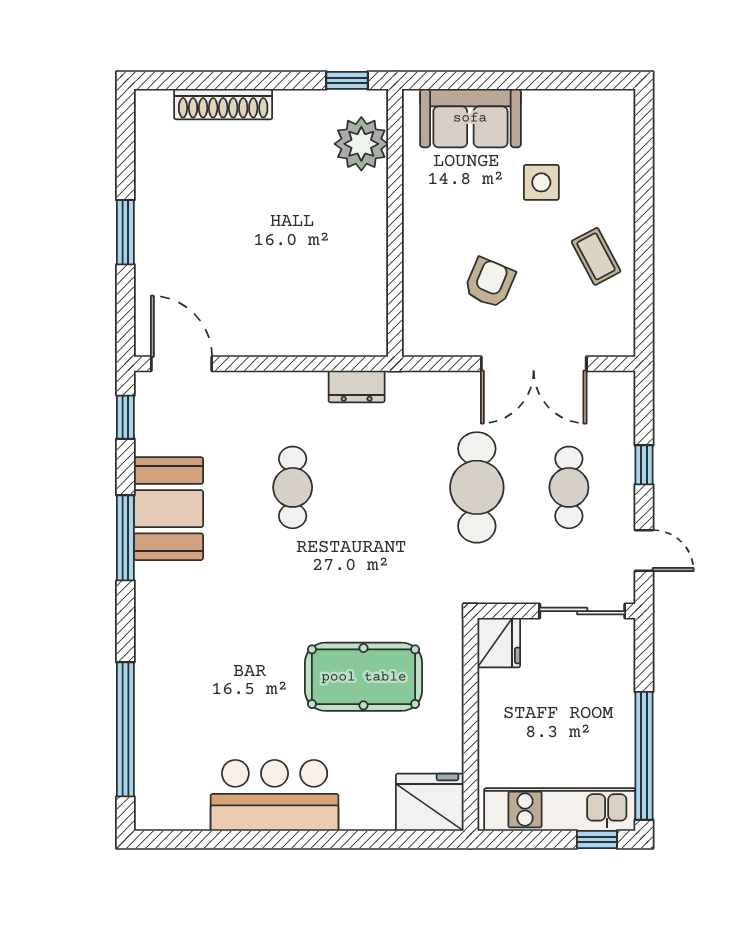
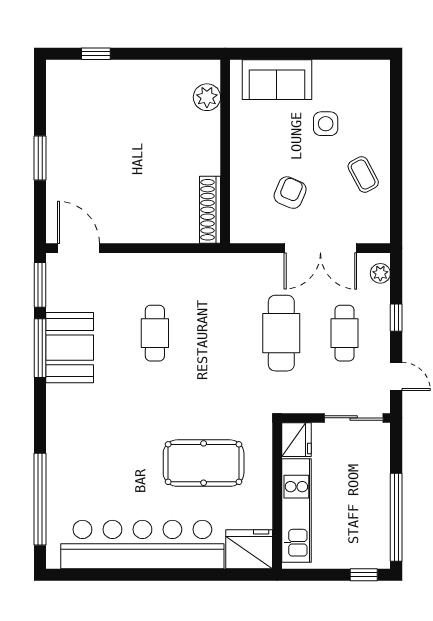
window: (347, 80) -> (96, 54), moved
shoe rack: (223, 104) -> (210, 210), moved, turned 90
plant: (361, 144) -> (207, 97), width x0.73, depth x0.73
dresser: (357, 386) -> (199, 264), removed
plant: (621, 400) -> (380, 273), added
window: (125, 417) -> (40, 285), width x1.50
window: (125, 538) -> (40, 348), moved
bar counter: (275, 795) -> (142, 545), width x1.86
kitchen unit: (560, 810) -> (296, 511), moved, turned 90

